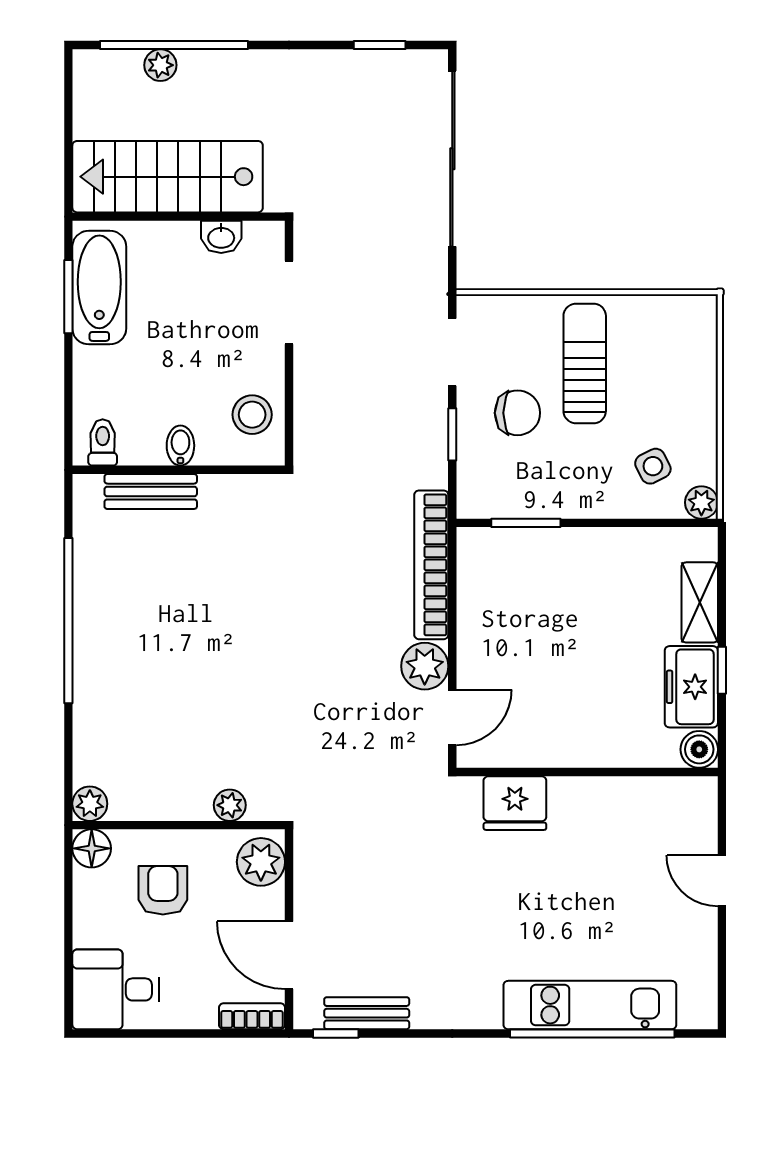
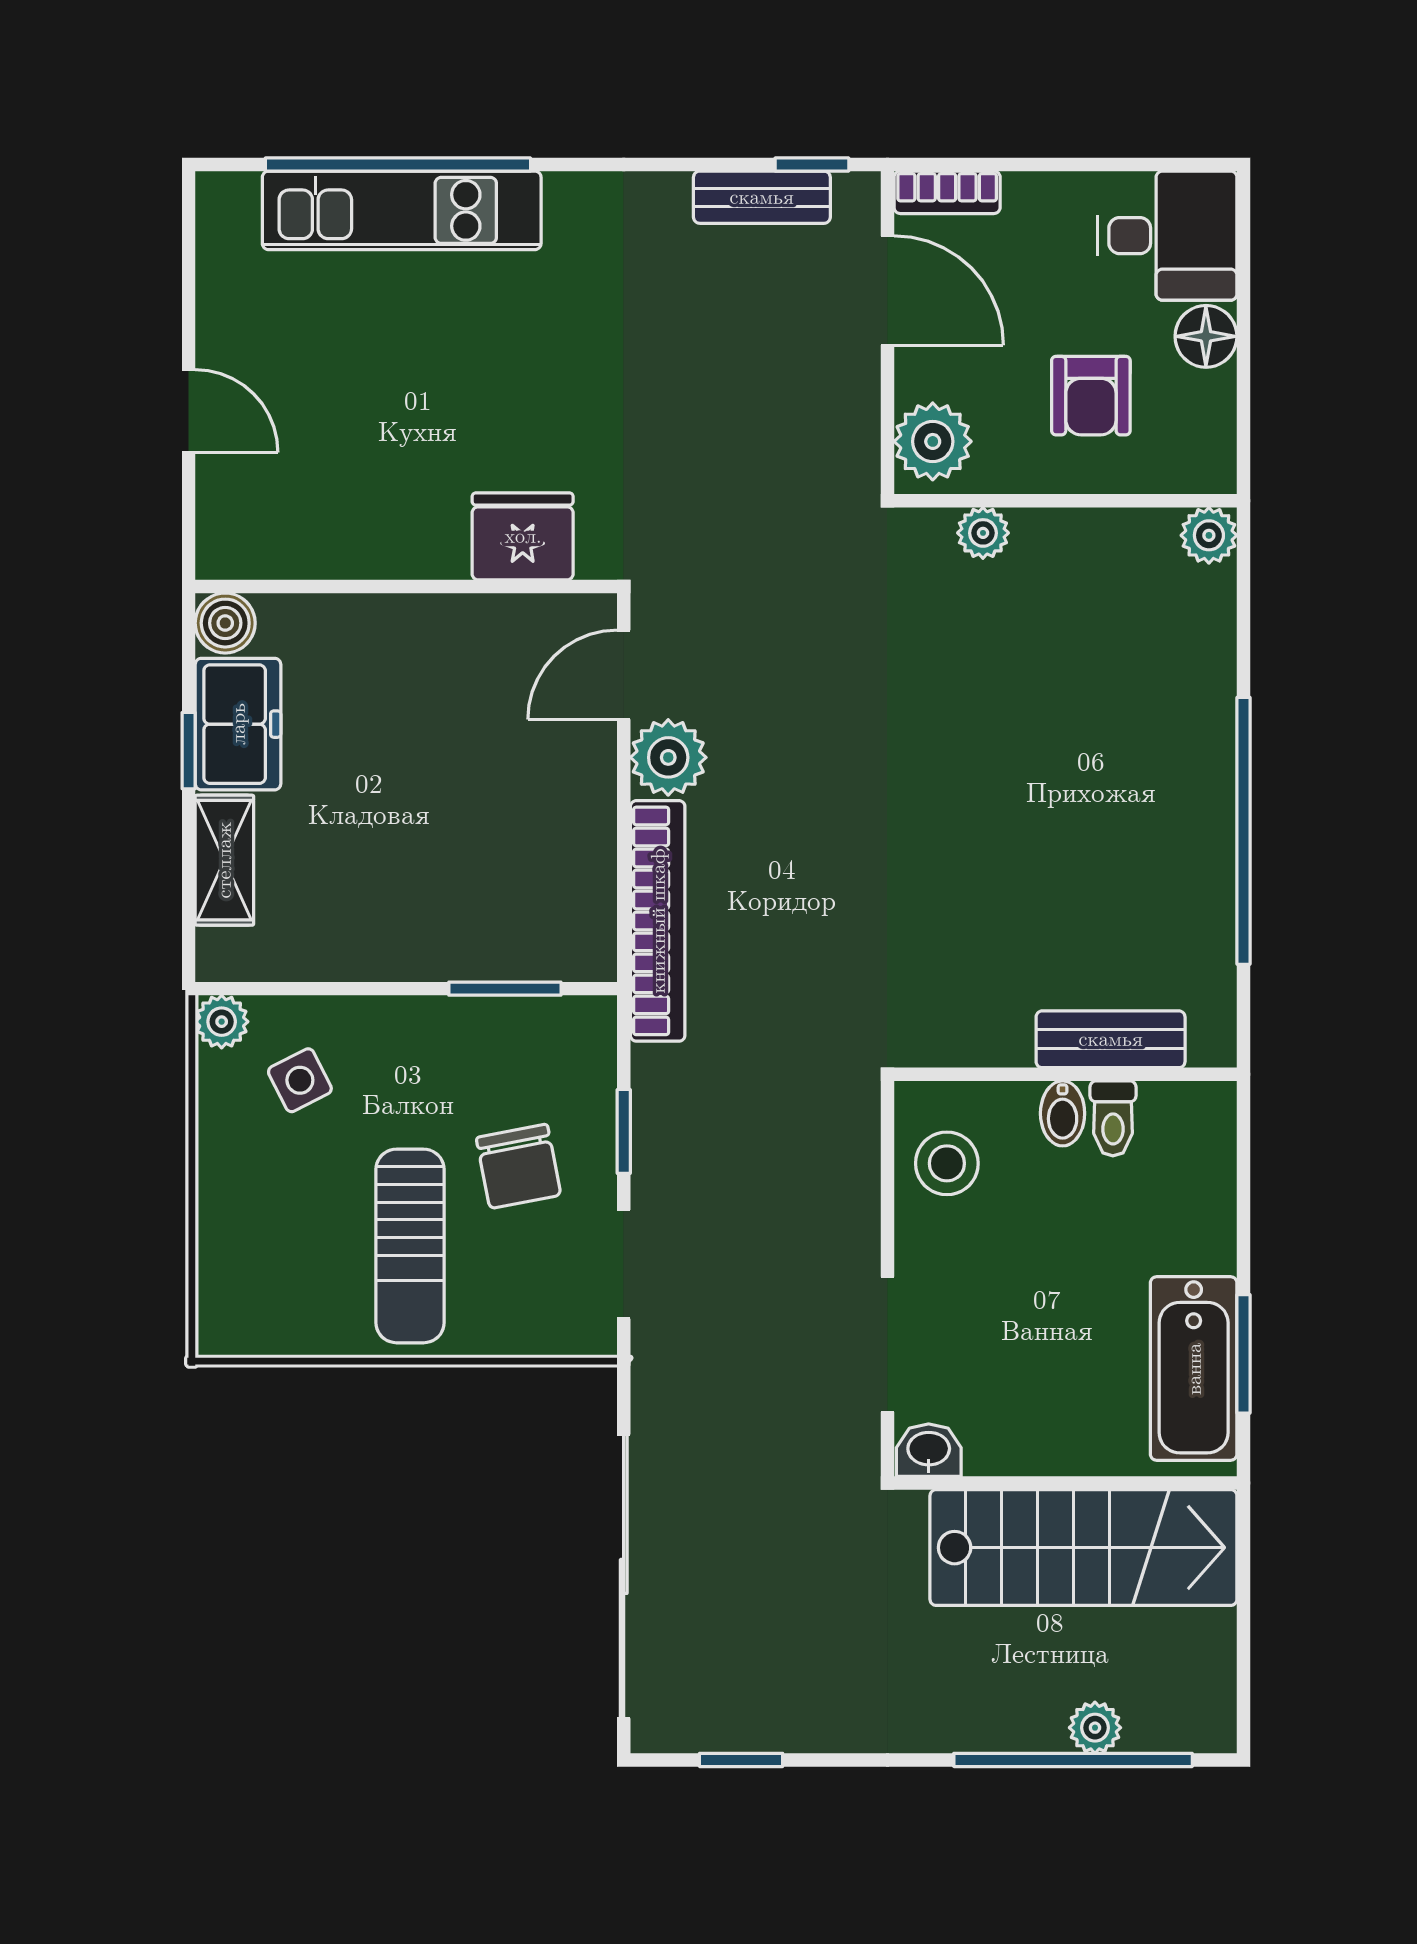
washbasin: (221, 237) -> (929, 1450), moved
chair: (517, 413) -> (519, 1166), turned -101
toilet: (103, 442) -> (1113, 1118), moved
floor lamp: (92, 848) -> (1206, 336), moved

